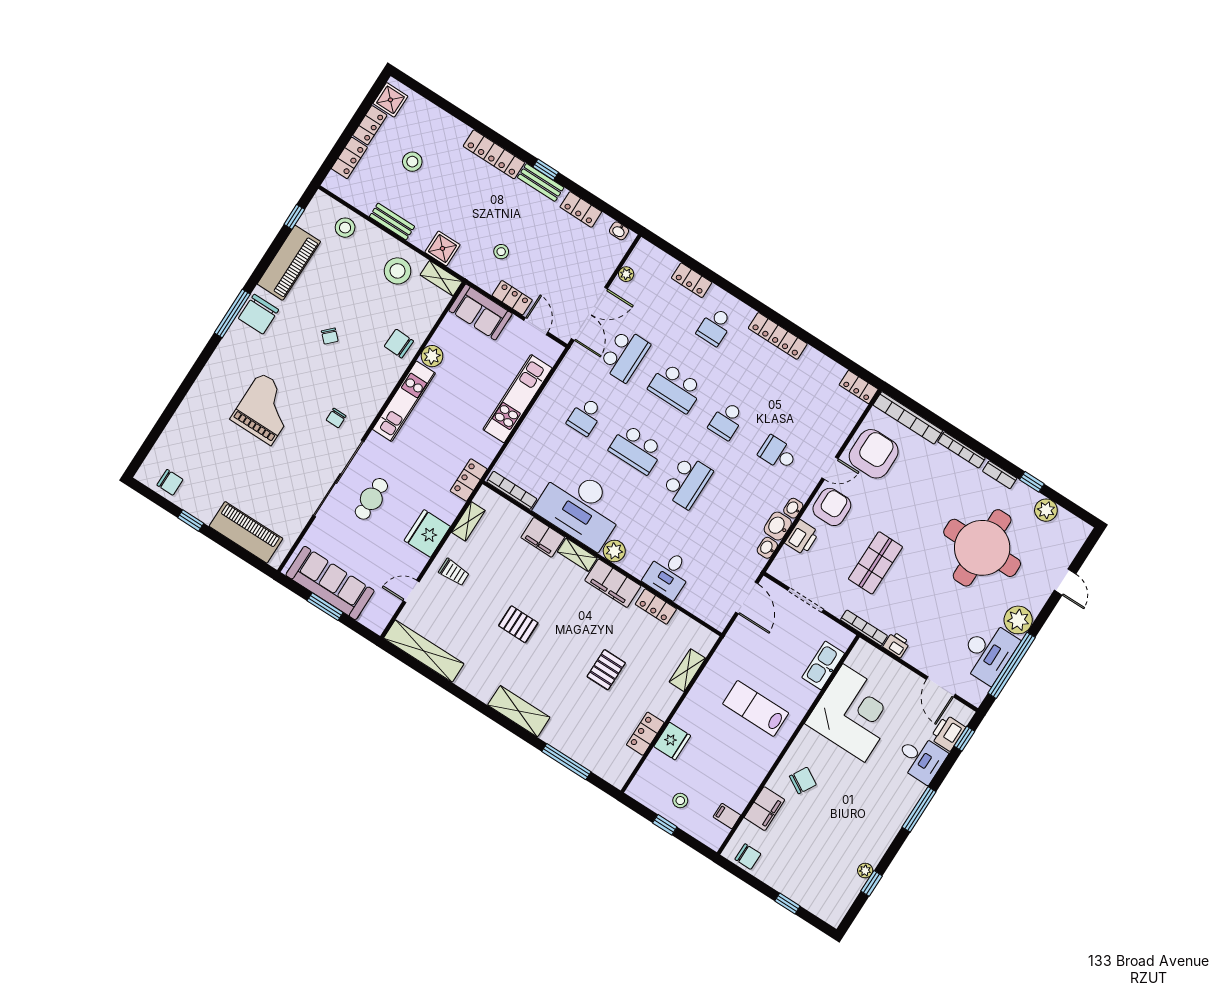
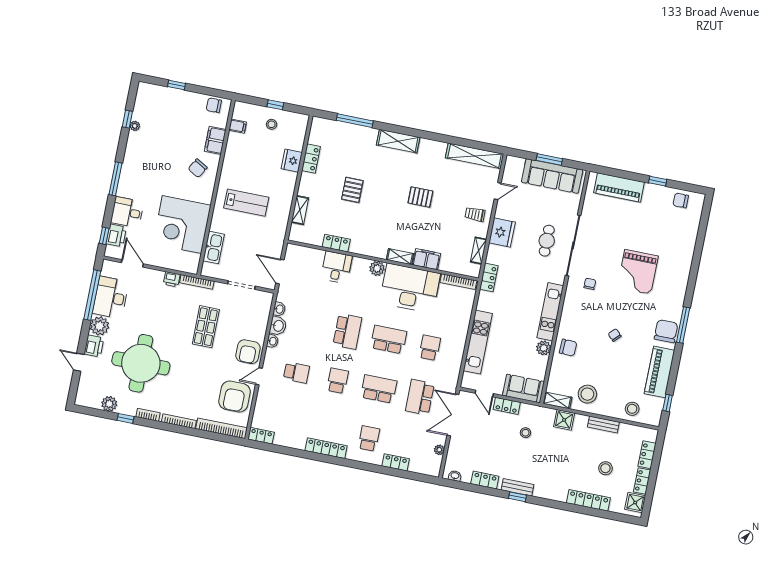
locker: (494, 154) -> (588, 500), moved
school desk: (687, 482) -> (347, 331), turned 180
printer: (802, 538) -> (94, 346), moved, turned 180
filing cabinet: (613, 583) -> (370, 247), removed

